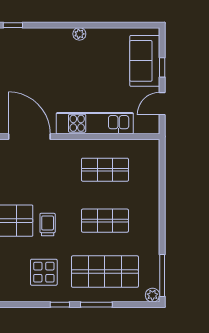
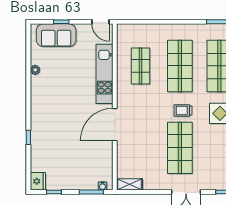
plant: (79, 34) -> (35, 70), moved
door: (162, 104) -> (100, 22), moved
shop shelf: (105, 221) -> (180, 66), width x1.43, depth x1.36

